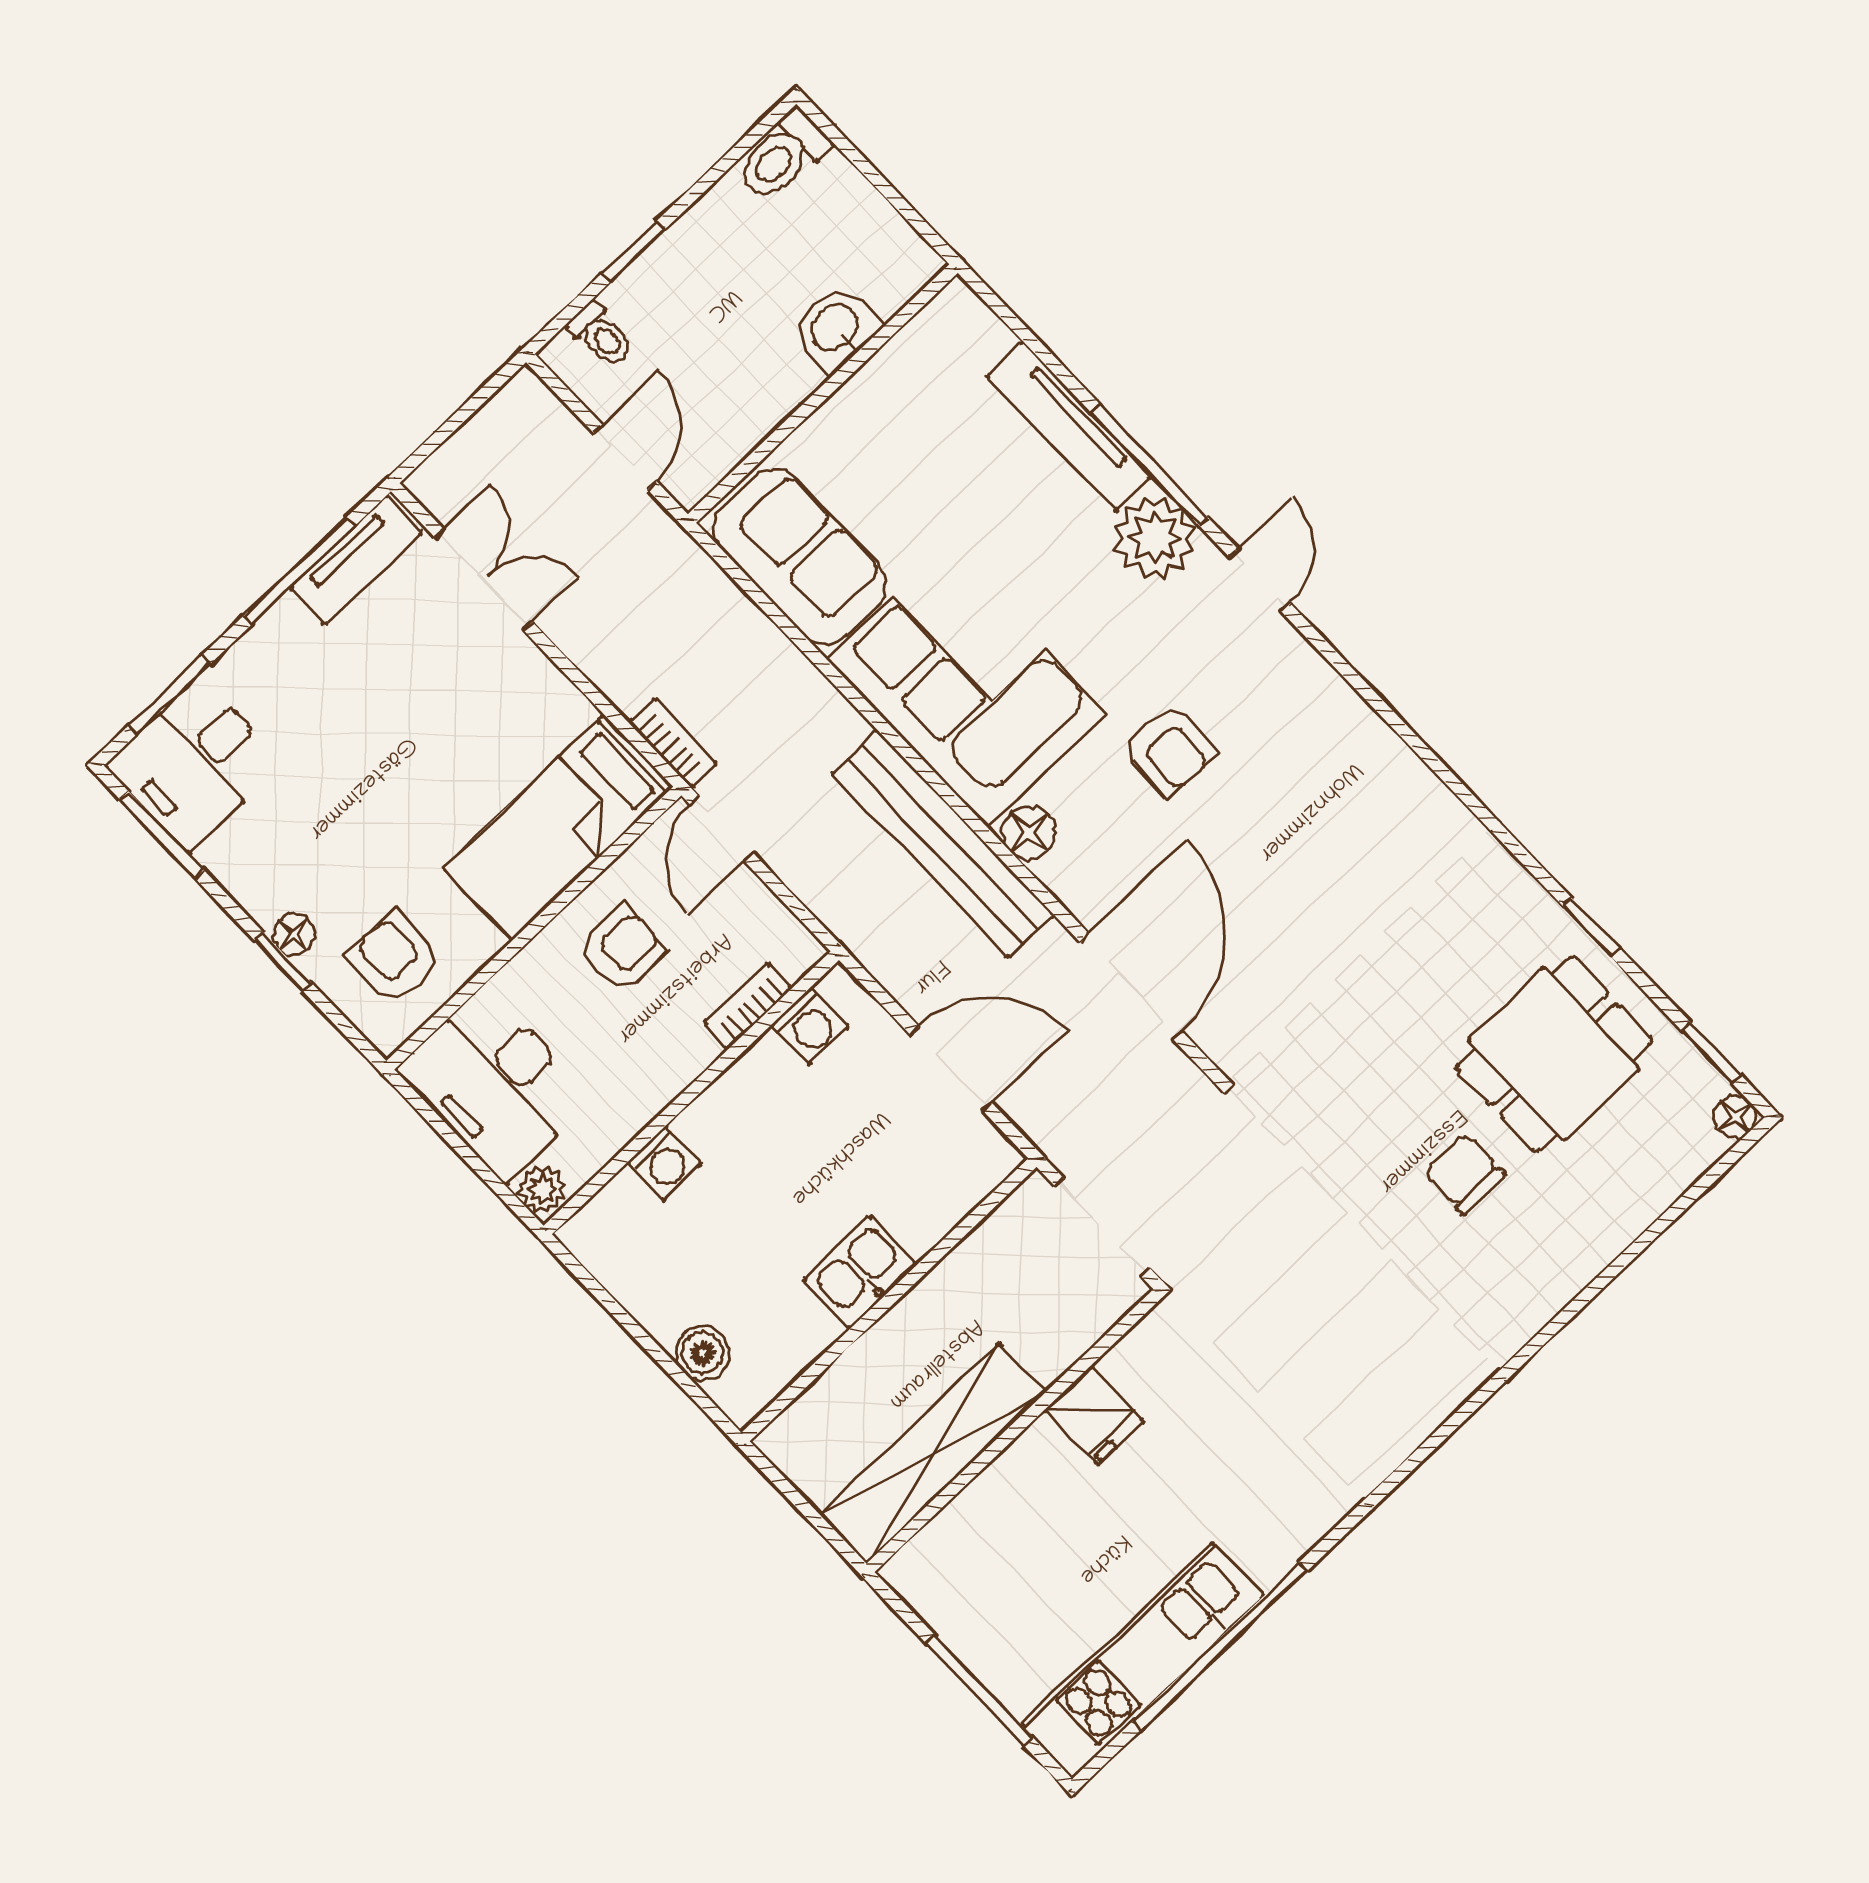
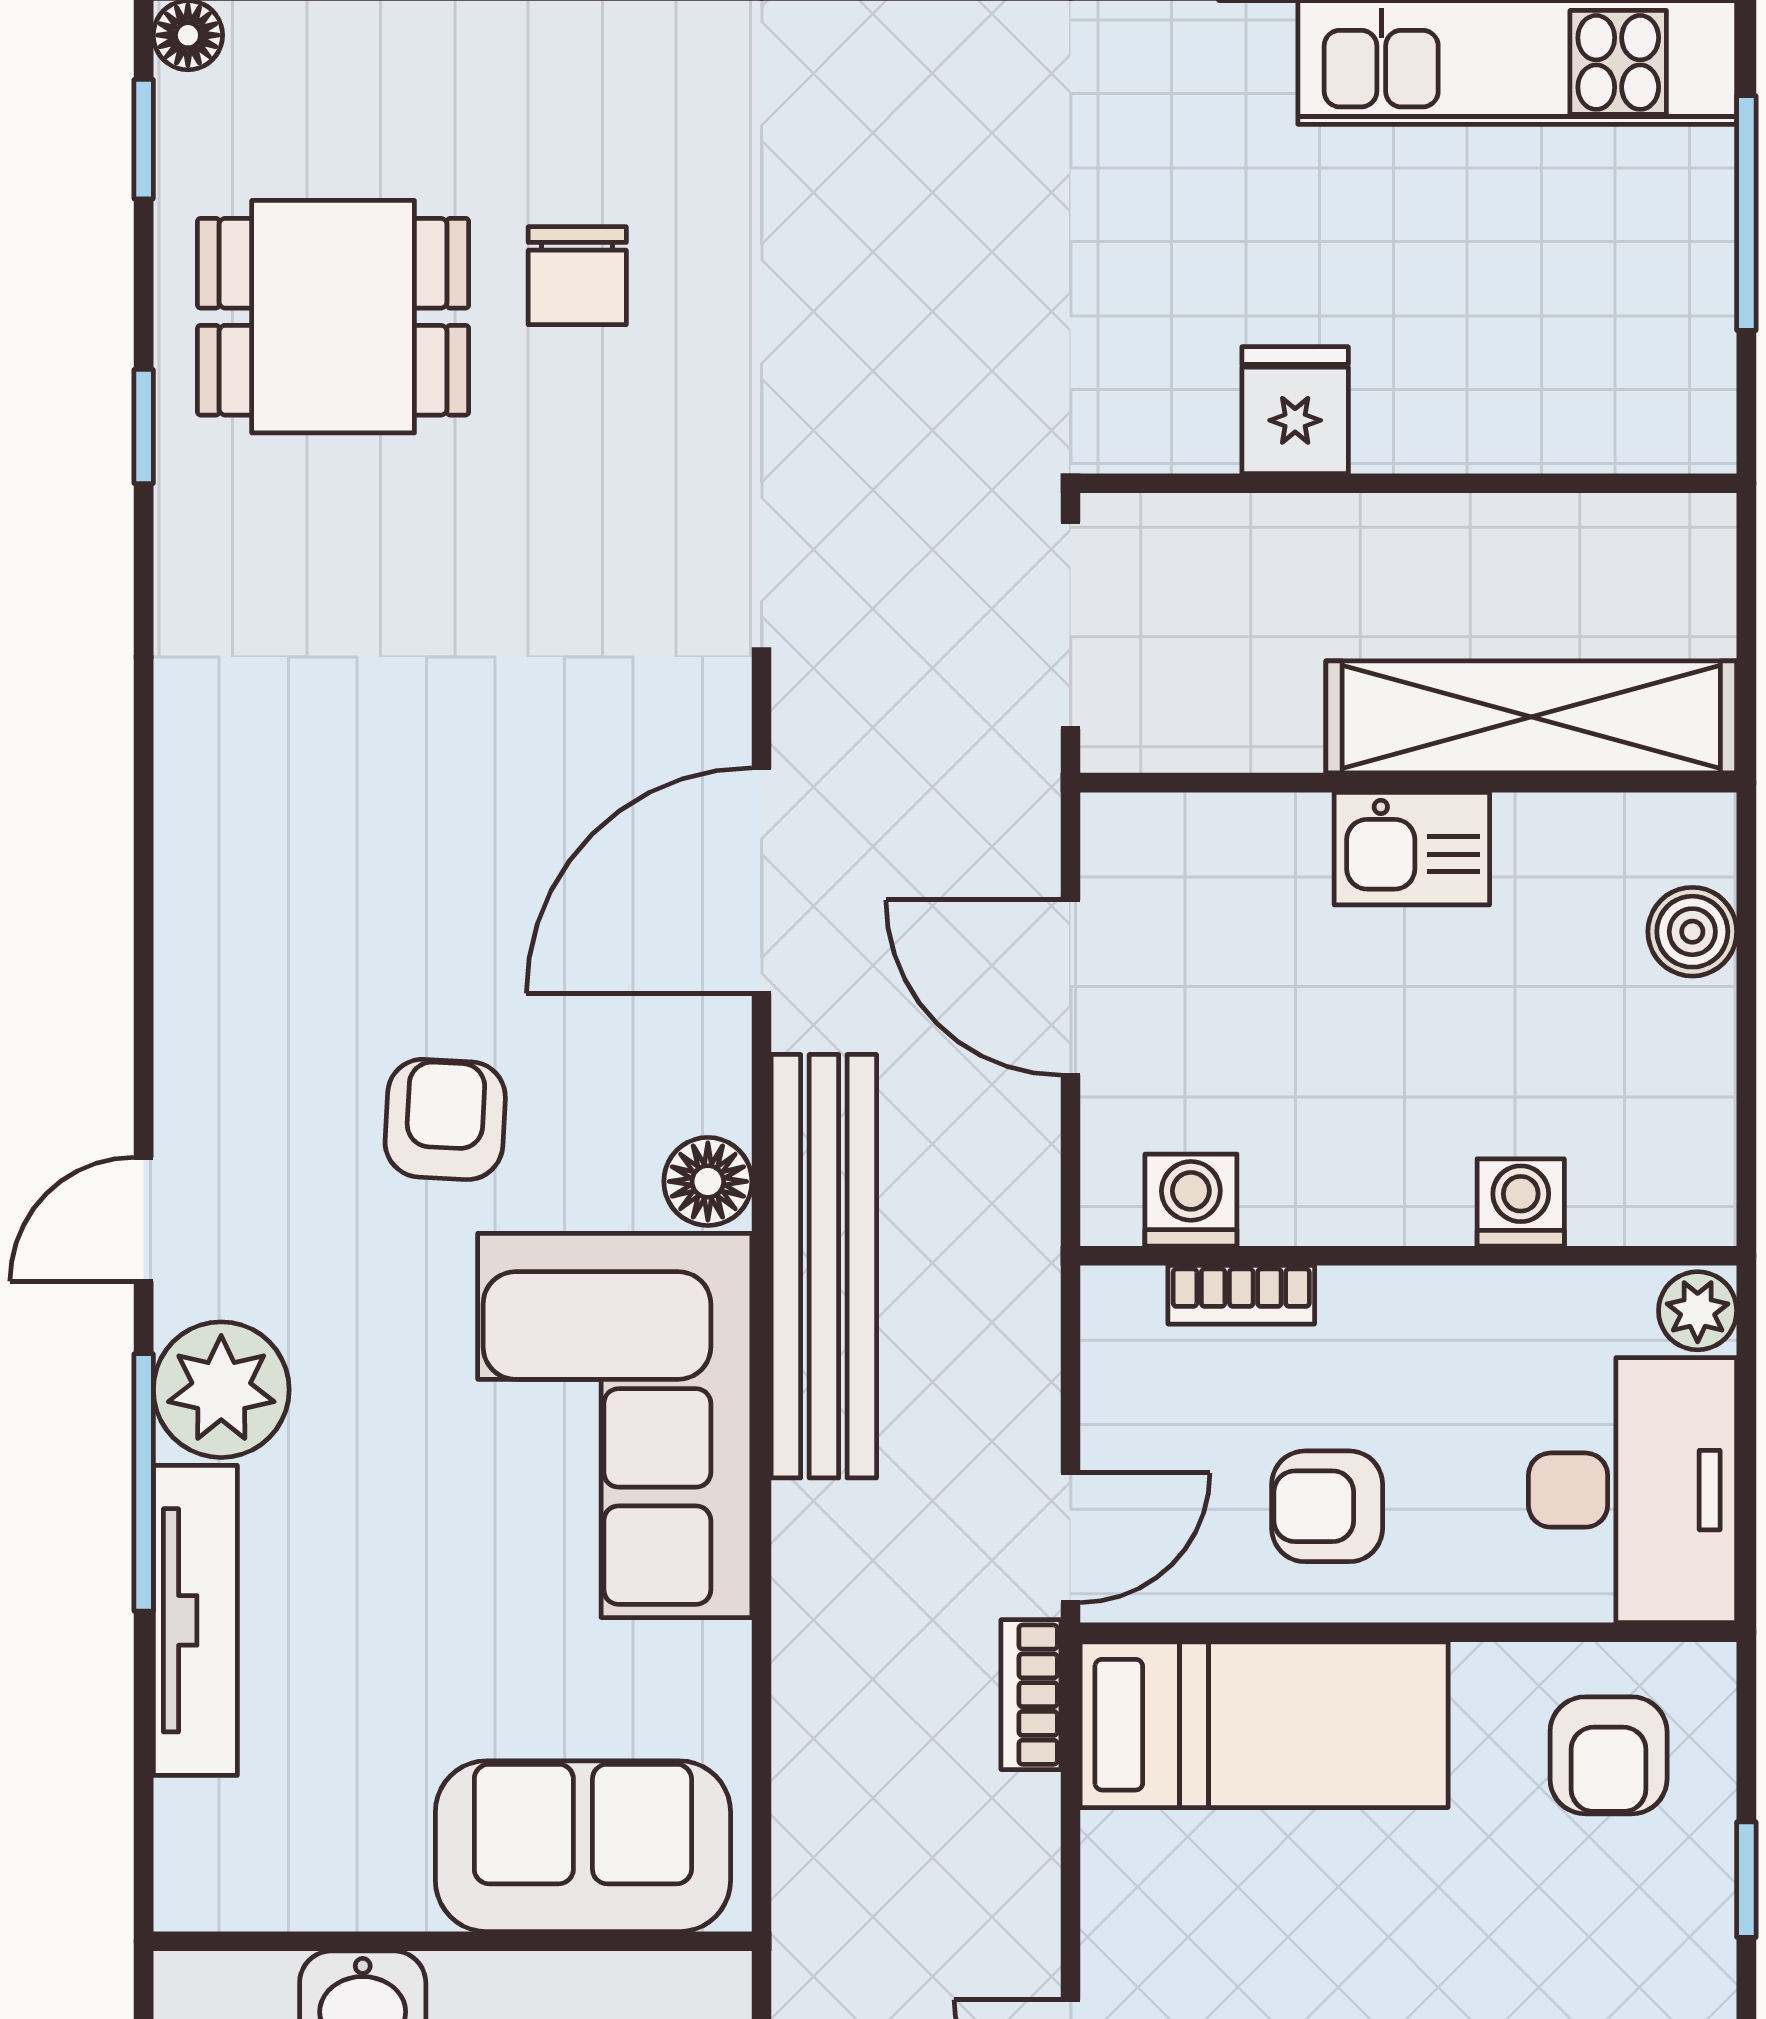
sofa: (800, 557) -> (583, 1846), moved, turned 90
floor lamp: (293, 934) -> (1703, 1900), removed
shelving: (933, 1453) -> (1531, 717), moved

